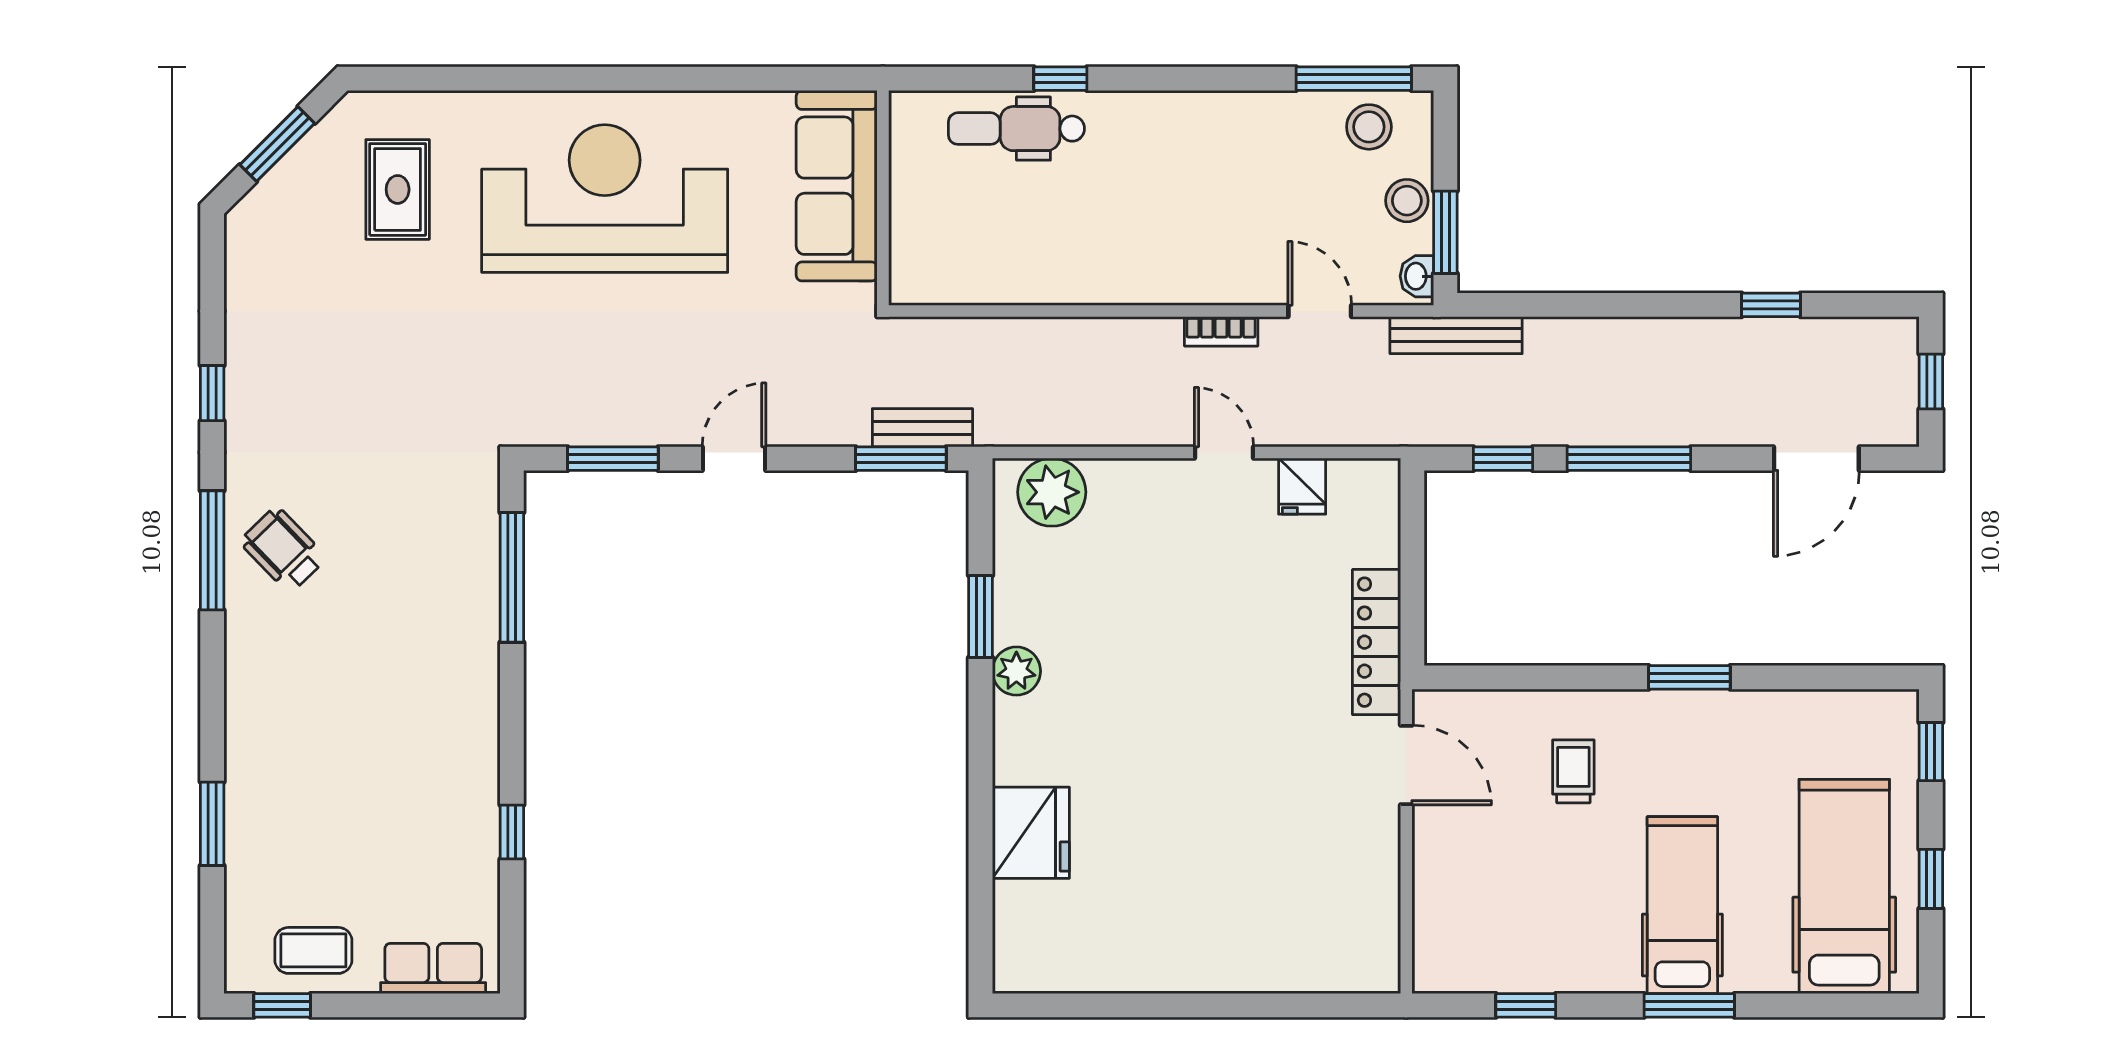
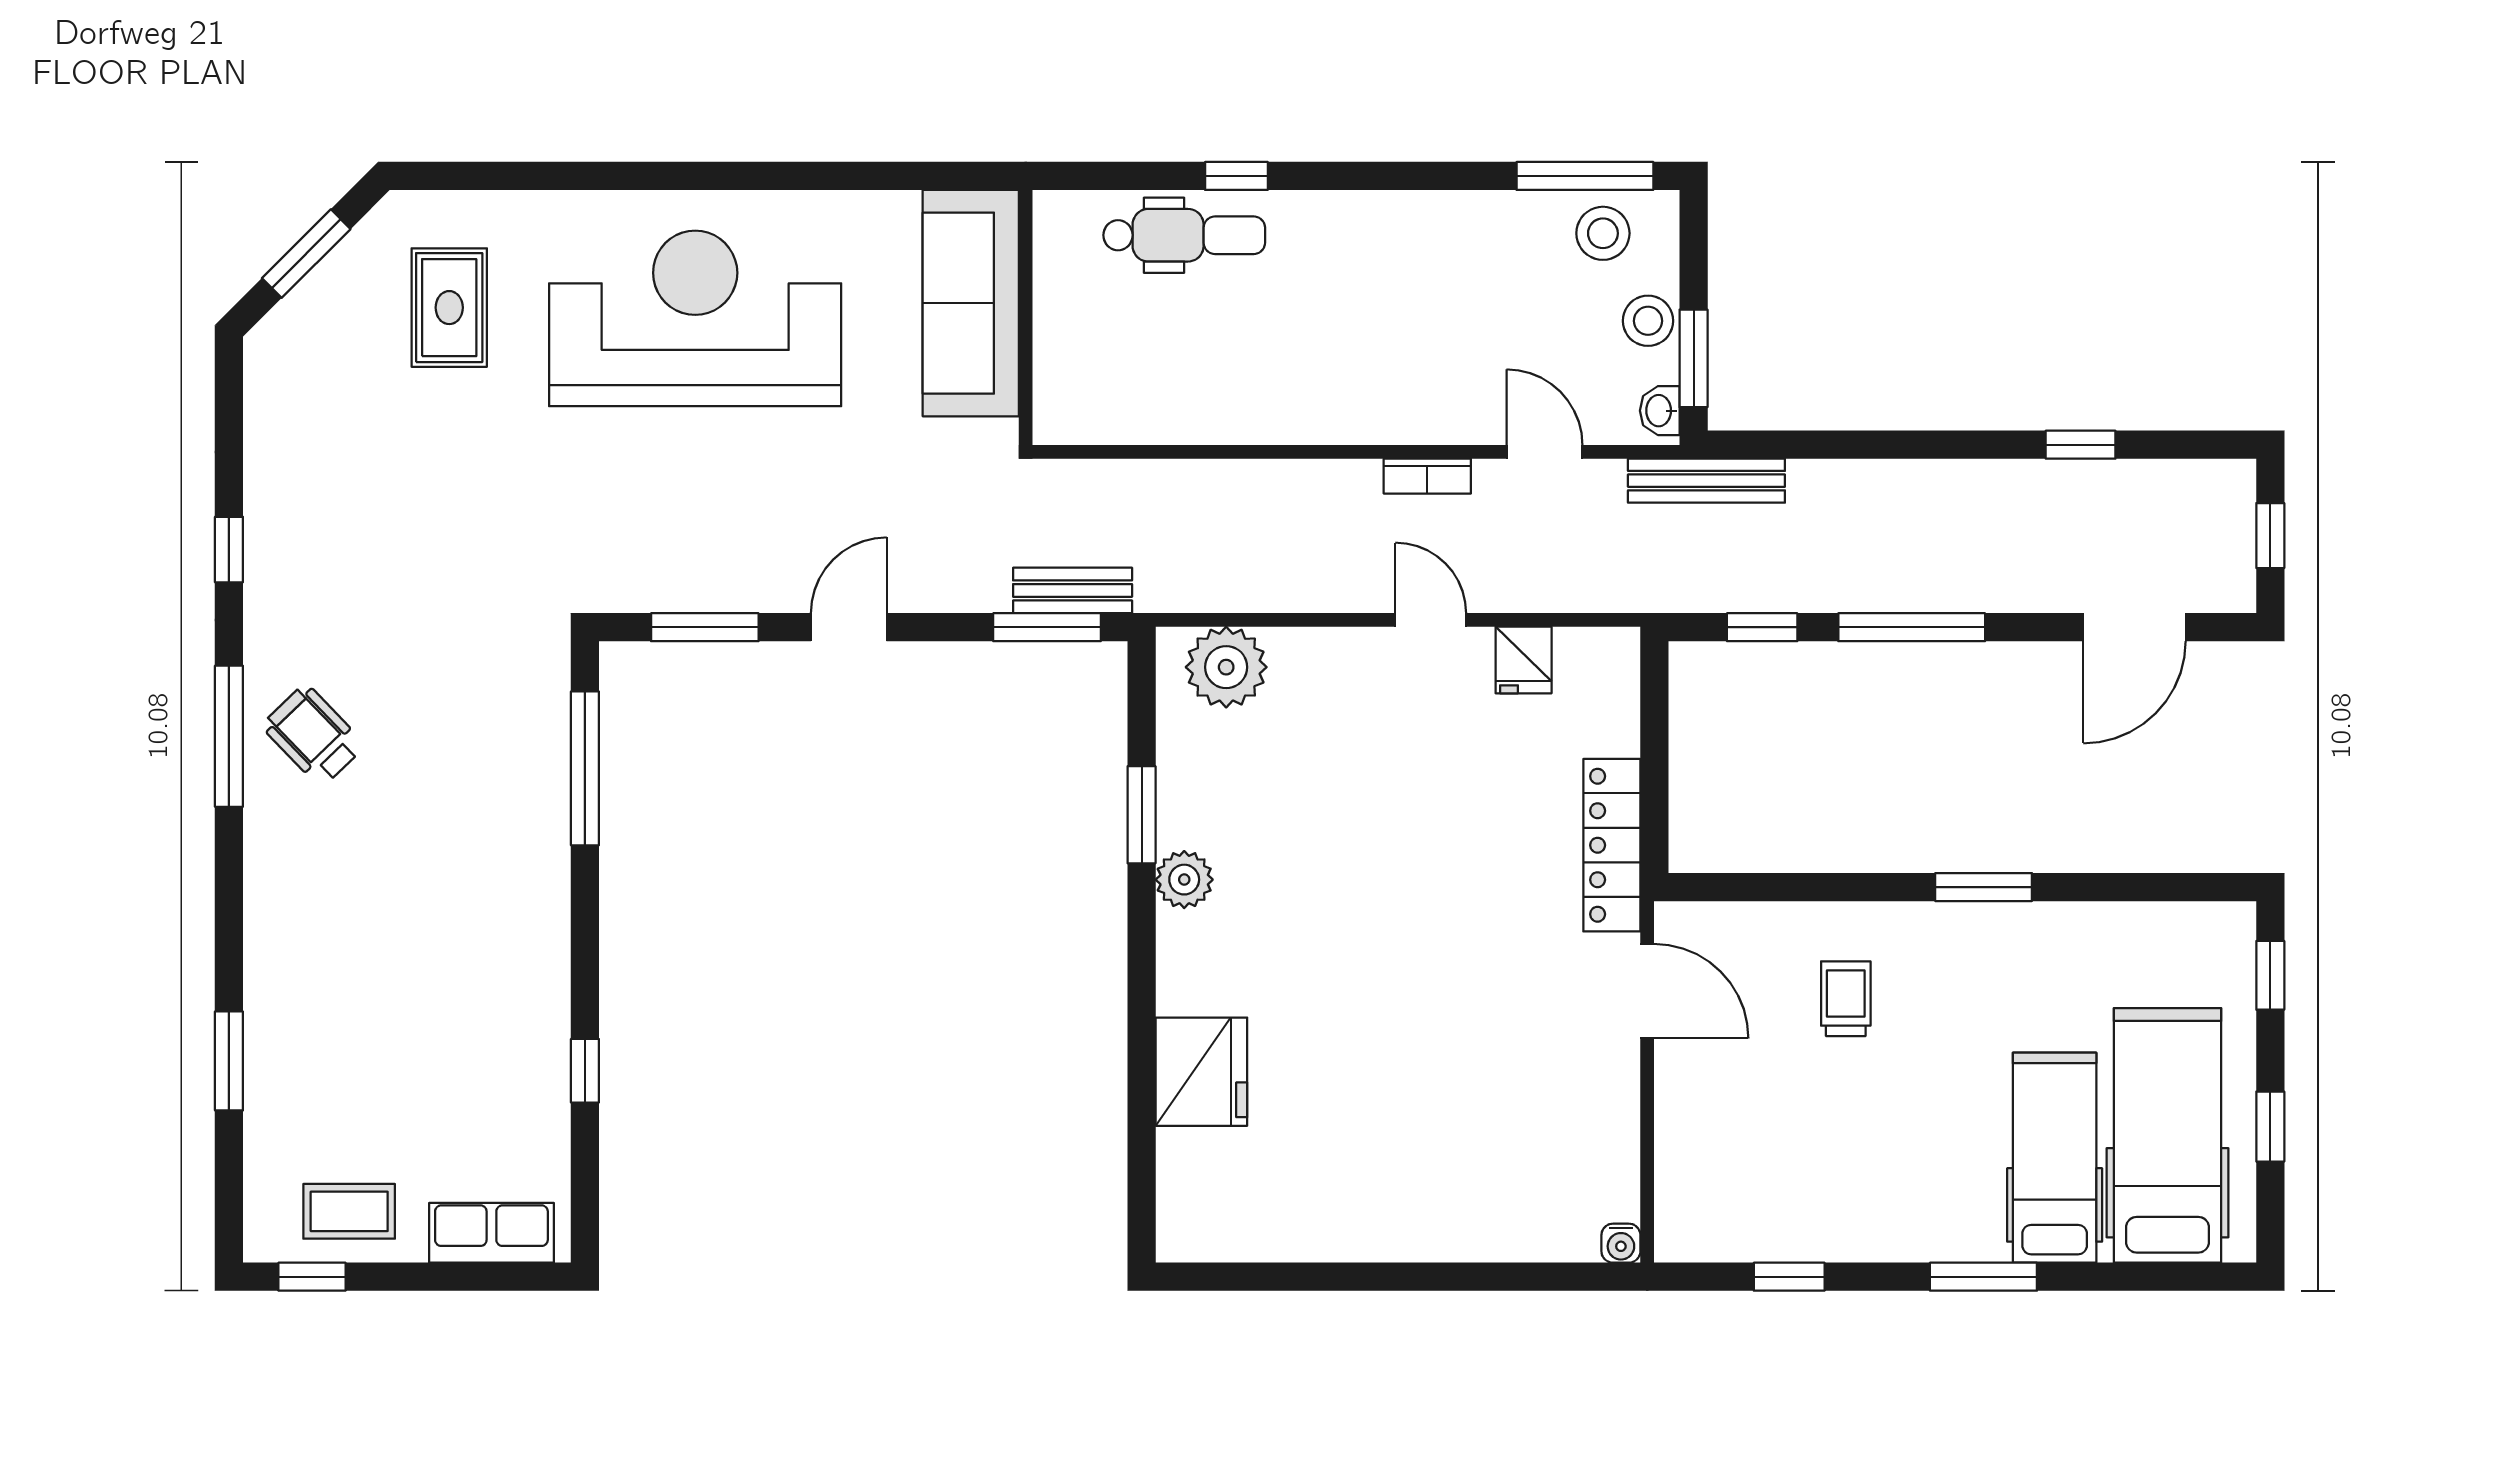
dental chair: (1016, 129) -> (1184, 235), turned 180
hospital bed: (1682, 905) -> (2055, 1158), moved
water cooler: (1384, 977) -> (1621, 1243), added

